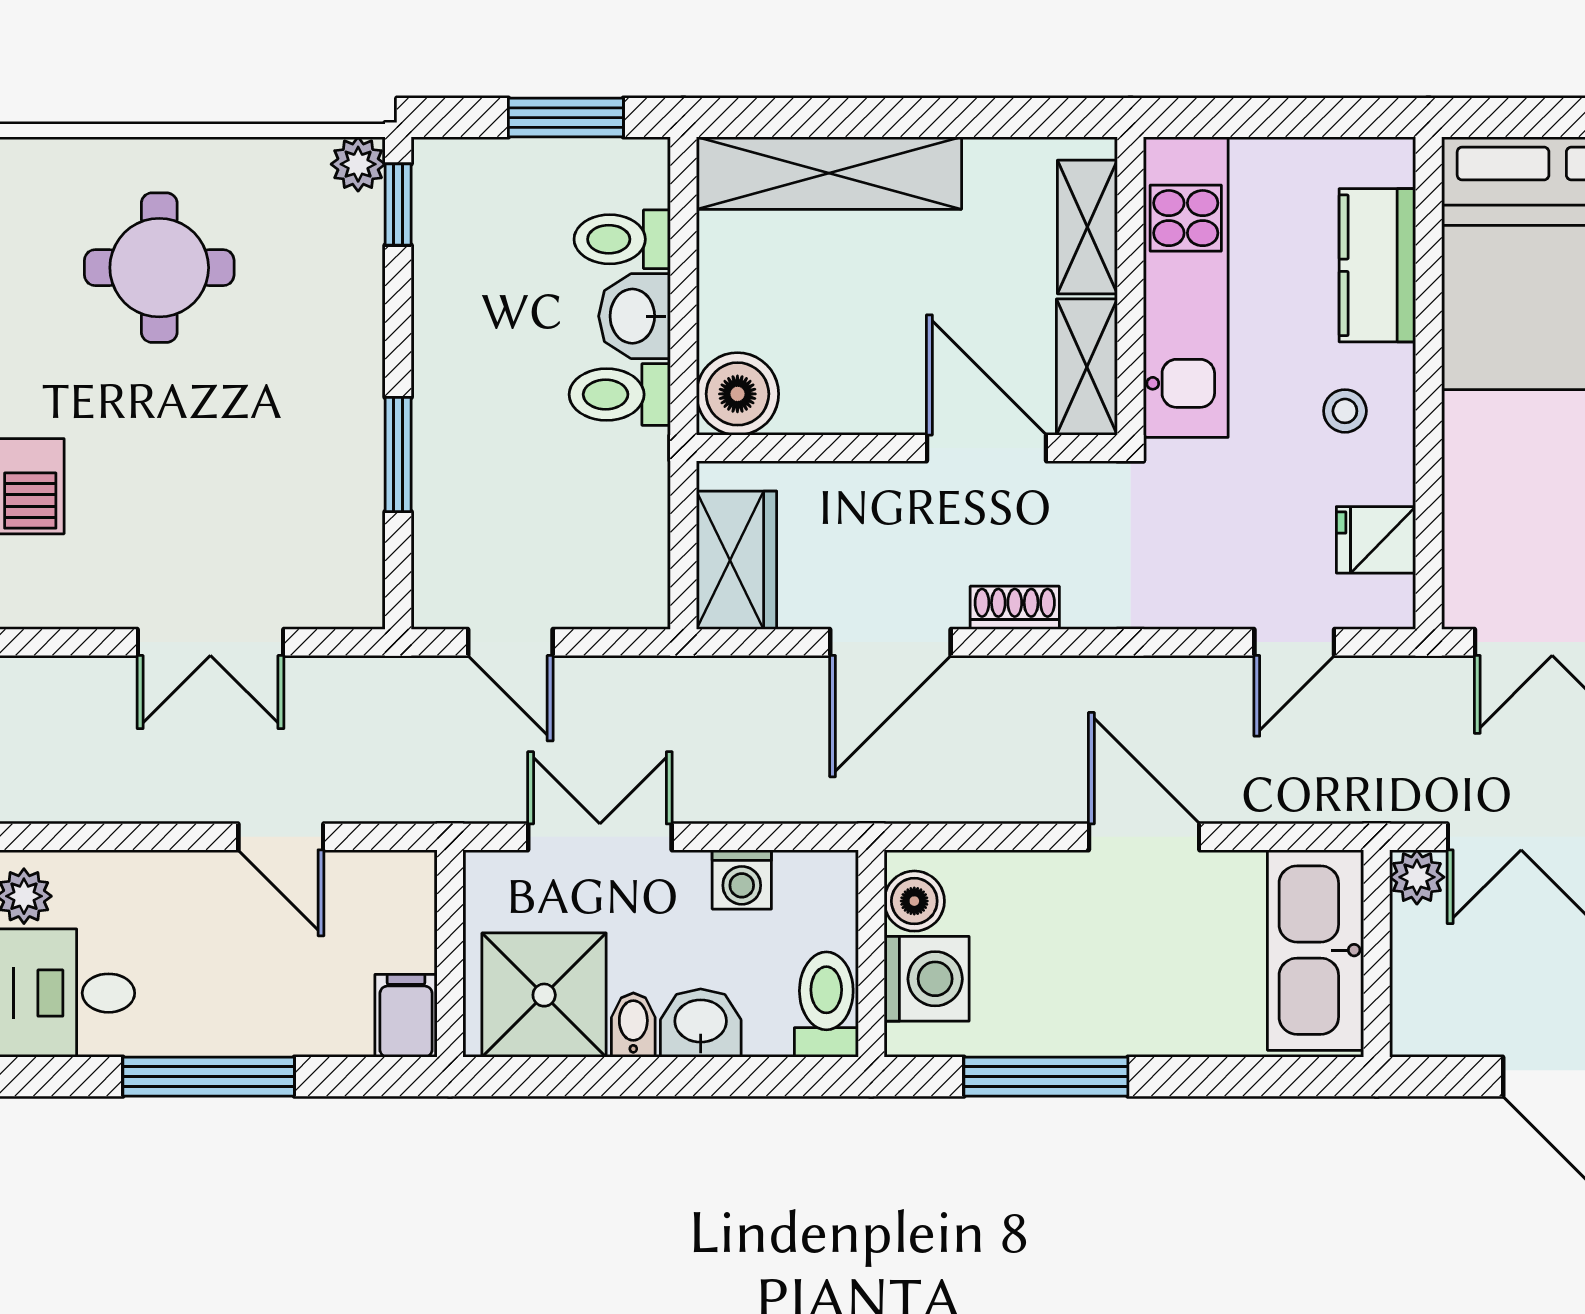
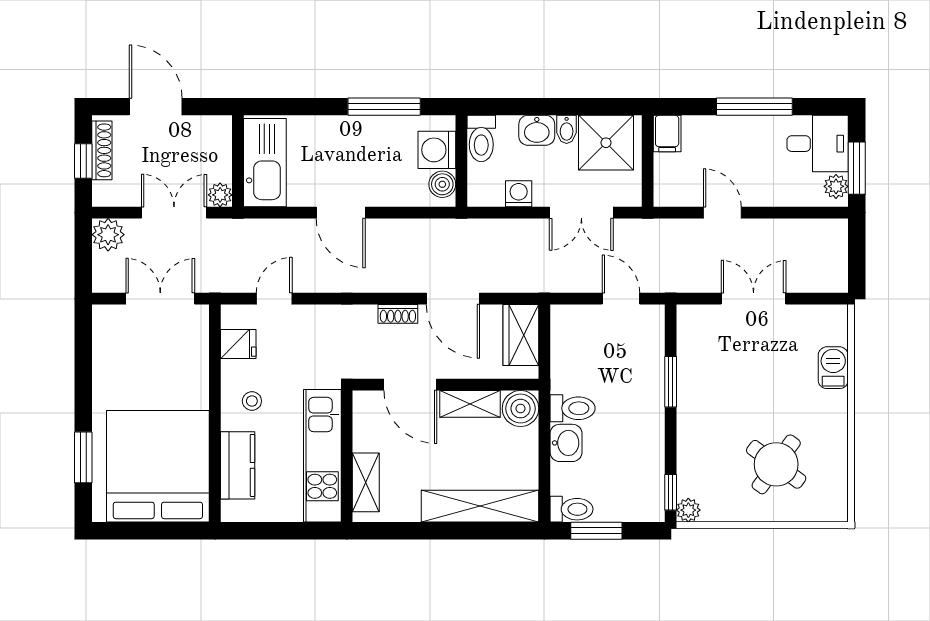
toilet: (622, 239) -> (571, 509), moved
round table: (159, 268) -> (776, 464), turned 36
shelving: (1087, 367) -> (470, 404), moved, turned 90
door: (890, 642) -> (453, 299), swing flipped

